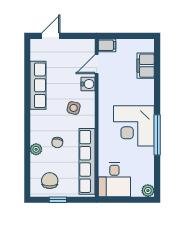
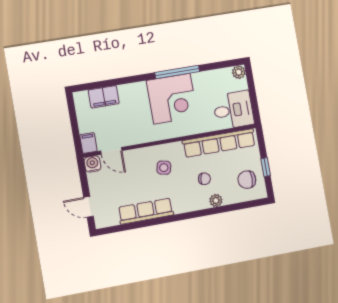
water cooler: (88, 84) -> (92, 164), moved

